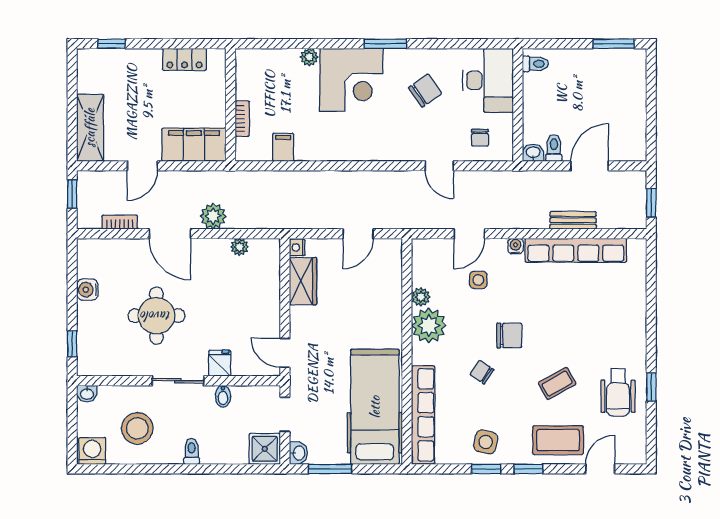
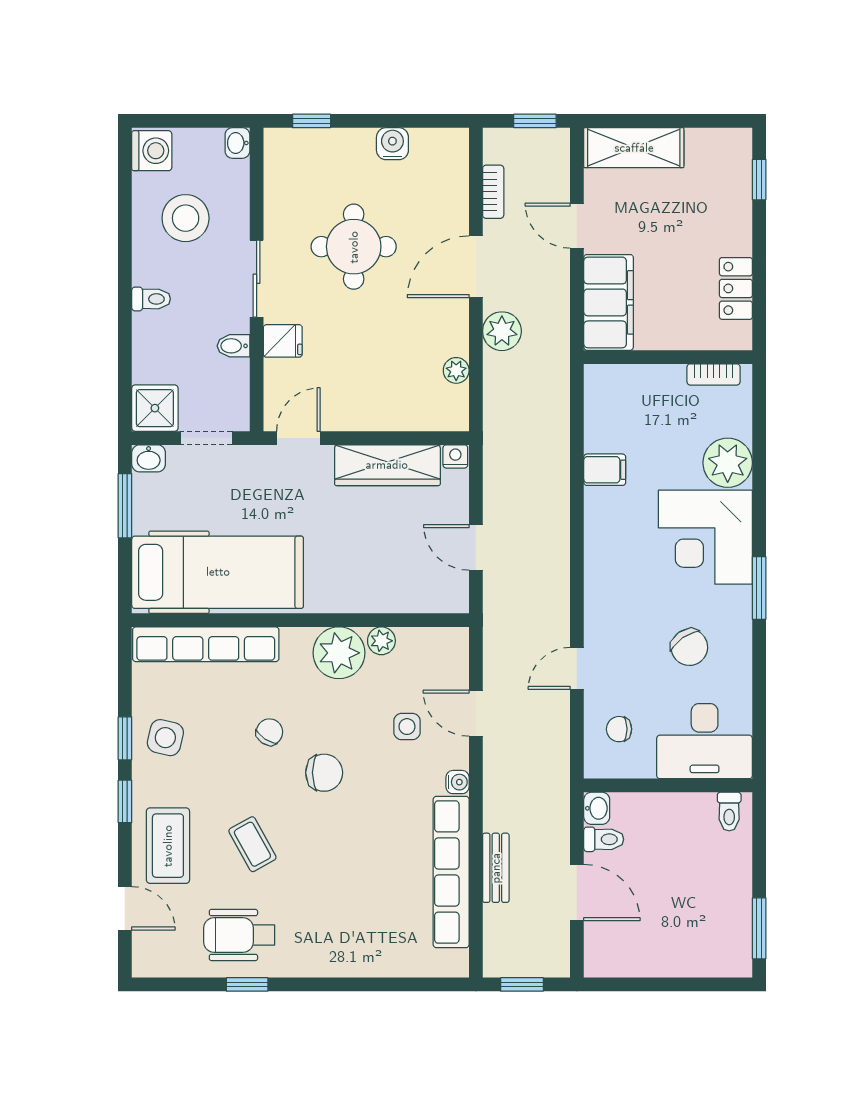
plant: (309, 57) -> (728, 463), width x1.88, depth x1.88
bookcase: (242, 119) -> (714, 374), moved
filing cabinet: (283, 147) -> (605, 470), moved
wardrobe: (303, 281) -> (387, 465), width x1.50
chair: (509, 335) -> (324, 773), turned -90

